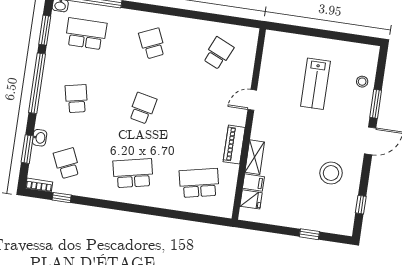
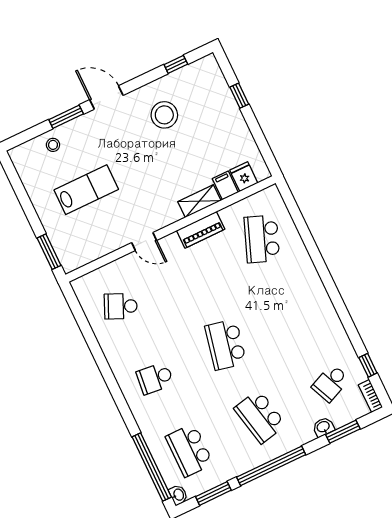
window: (290, 29) -> (49, 252), added
school desk: (152, 44) -> (155, 378), turned 30
school desk: (76, 99) -> (260, 417), width x1.85
school desk: (143, 108) -> (226, 345), width x1.85
school desk: (133, 173) -> (296, 311), removed
school desk: (199, 183) -> (262, 239), turned 33

